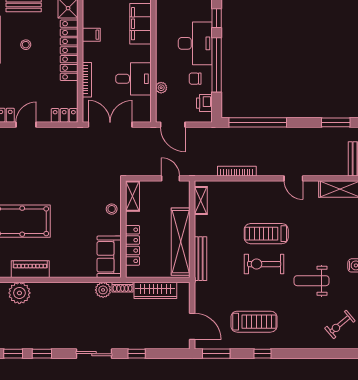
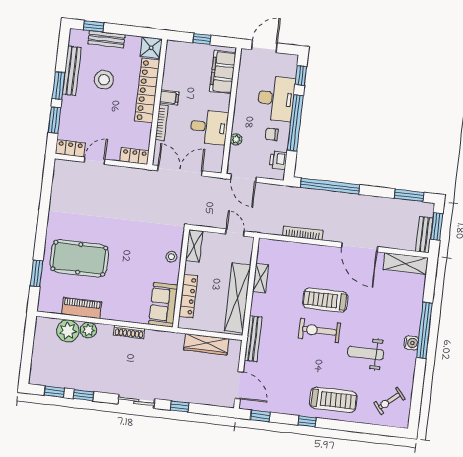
filing cabinet: (91, 35) -> (169, 97), moved
stool: (26, 45) -> (104, 80), width x1.89, depth x1.89
door: (293, 178) -> (360, 247), width x1.87
shelving: (201, 201) -> (260, 278), moved
bench: (201, 259) -> (253, 339), moved
shoe rack: (123, 287) -> (129, 332), moved, width x1.43
plant: (103, 290) -> (88, 330), moved
treadmill: (254, 322) -> (333, 400), moved
window: (216, 354) -> (260, 416), width x0.67

